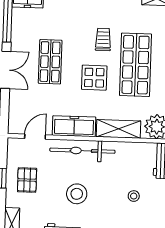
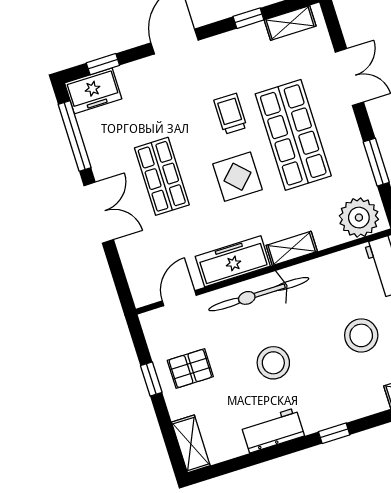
shelving: (118, 129) -> (292, 248), width x0.67, depth x0.75
pallet: (27, 180) -> (190, 368), turned 90
stool: (134, 196) -> (361, 335), width x1.89, depth x1.89

